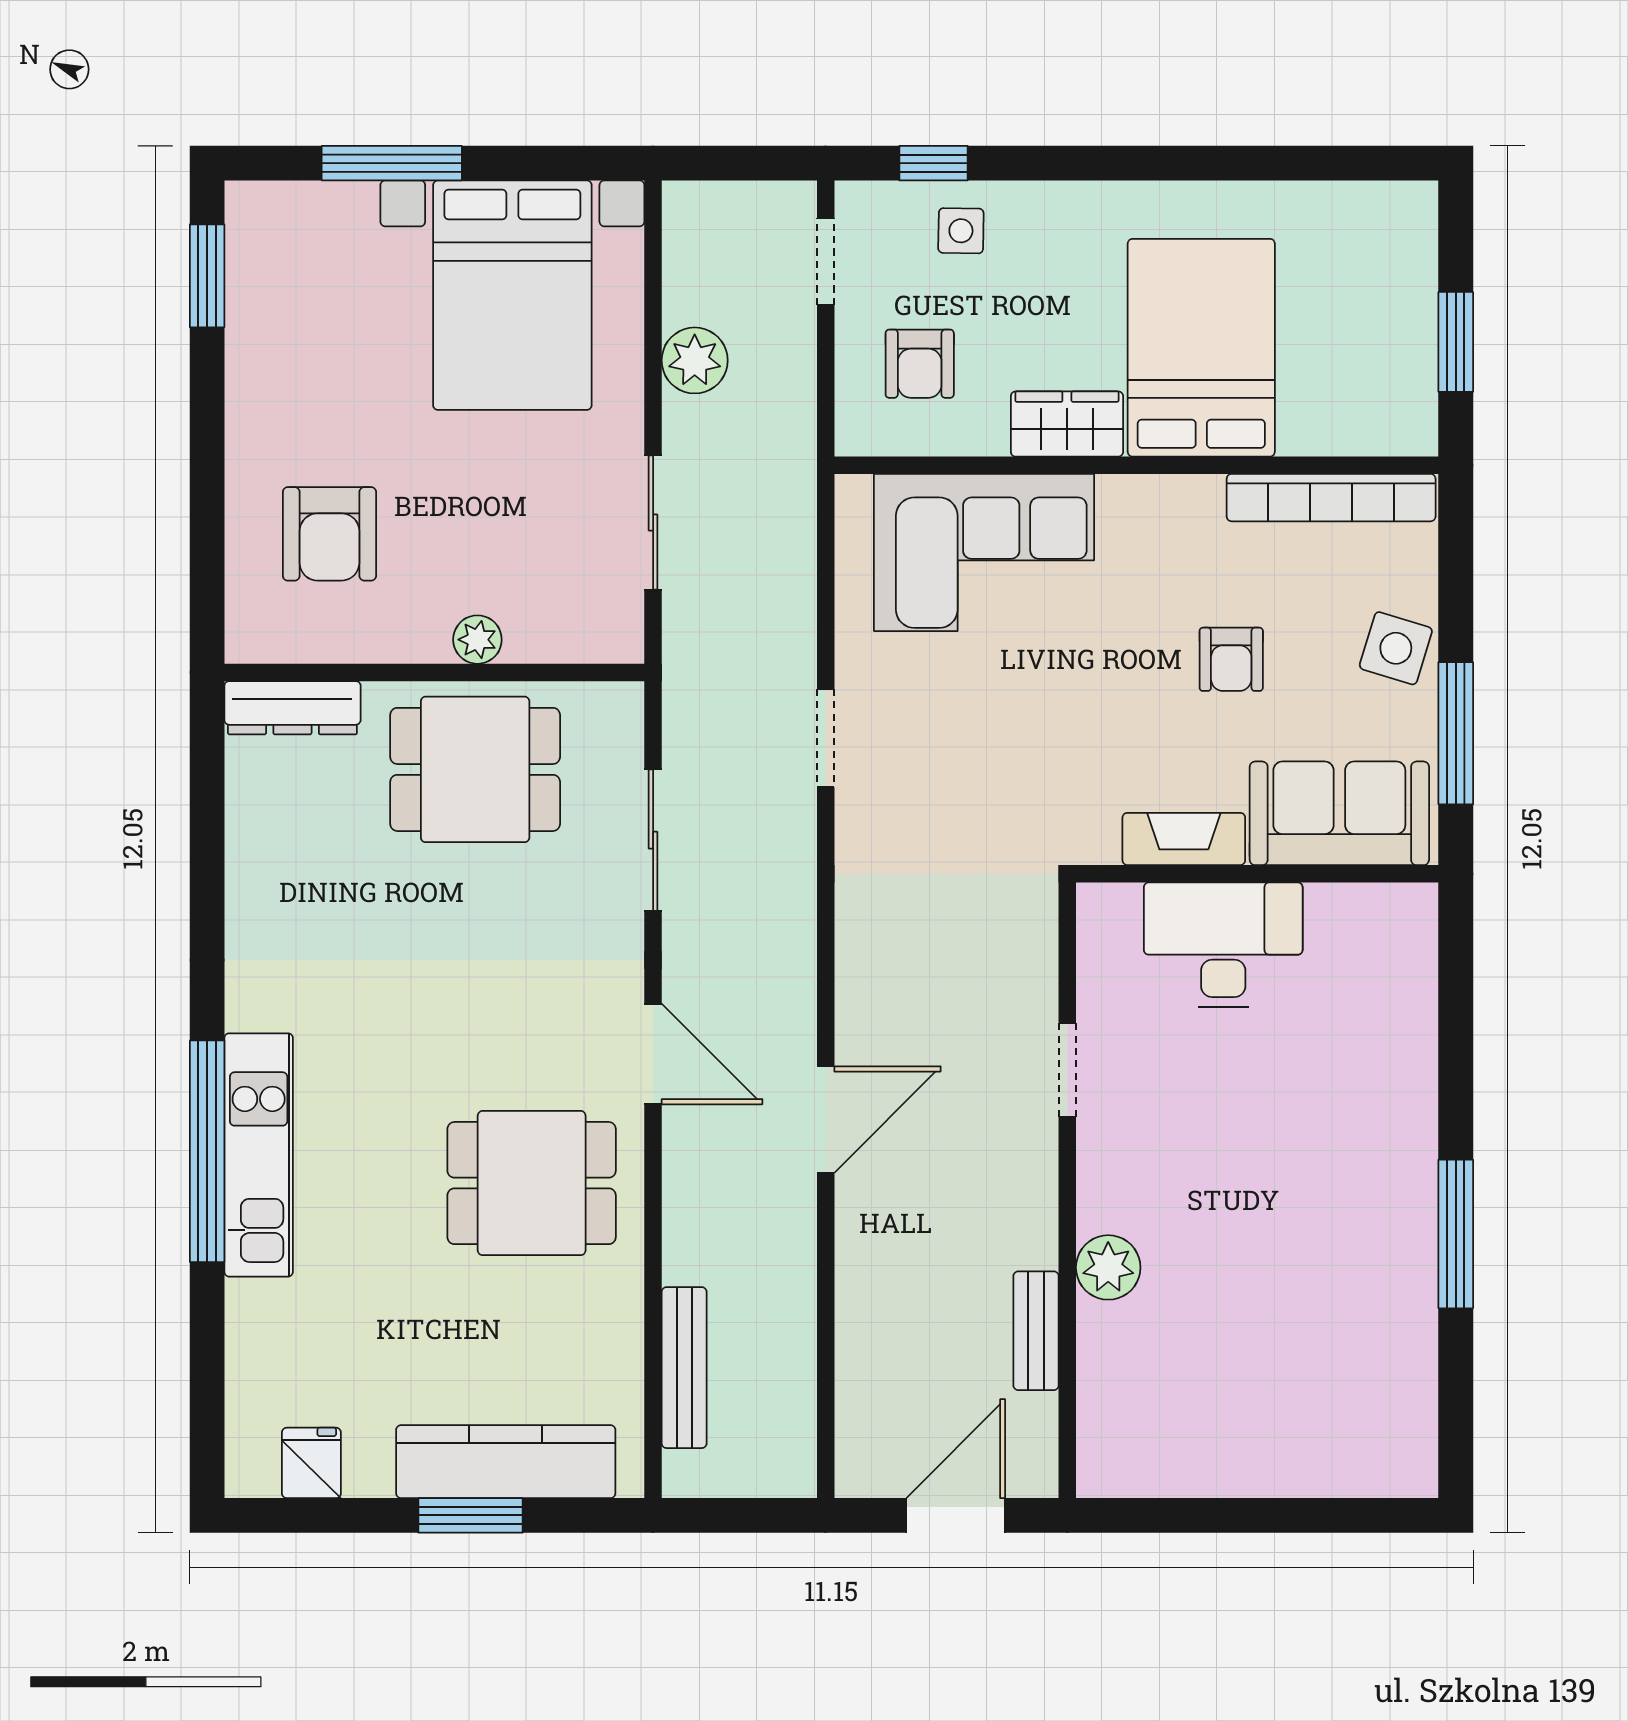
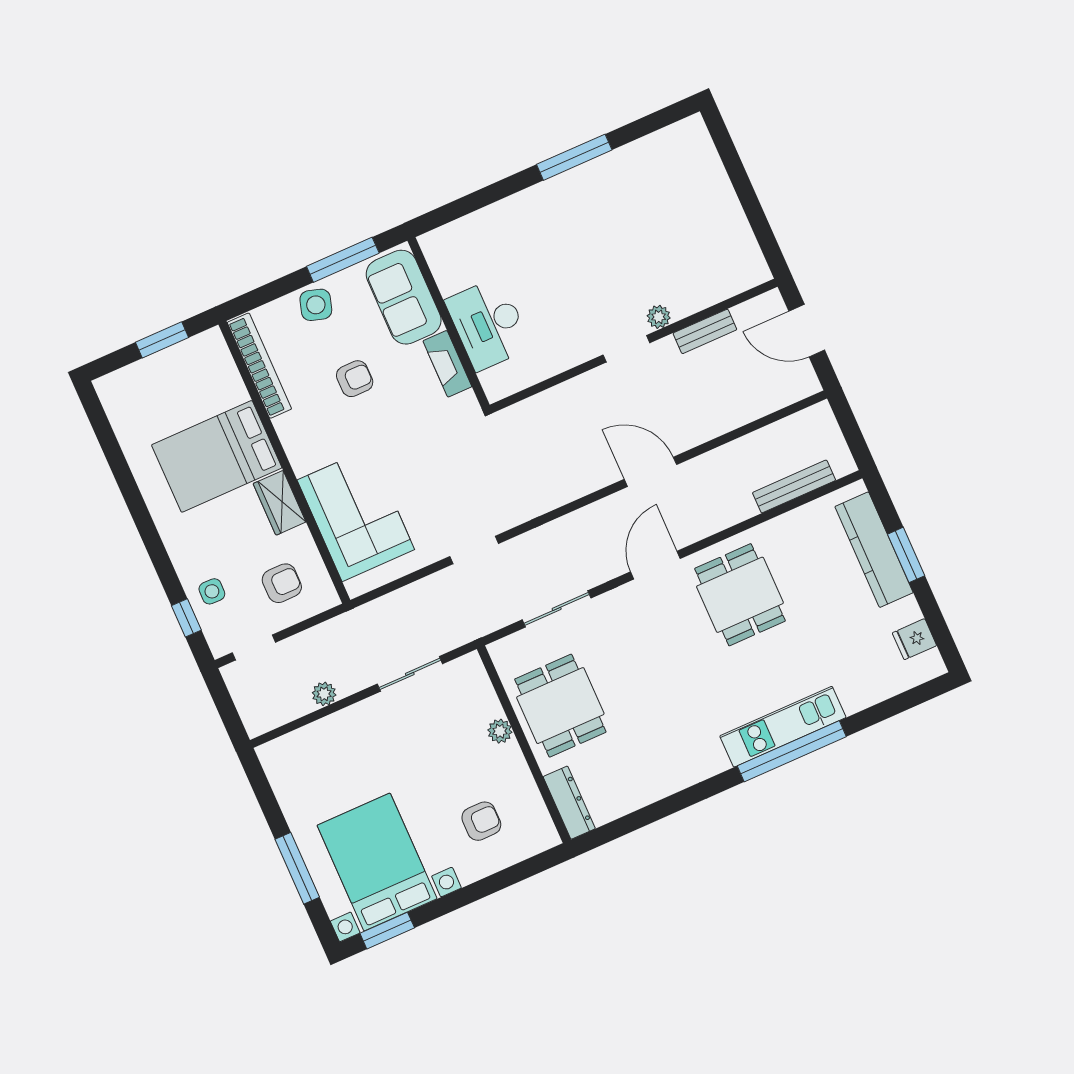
bed with nightstands: (512, 295) -> (377, 862), moved, turned -90
plant: (695, 360) -> (324, 694), width x0.73, depth x0.73
armchair: (329, 534) -> (481, 821), width x0.72, depth x0.72
doorway: (1067, 1070) -> (626, 349), moved
plant: (1108, 1267) -> (659, 317), width x0.73, depth x0.73

